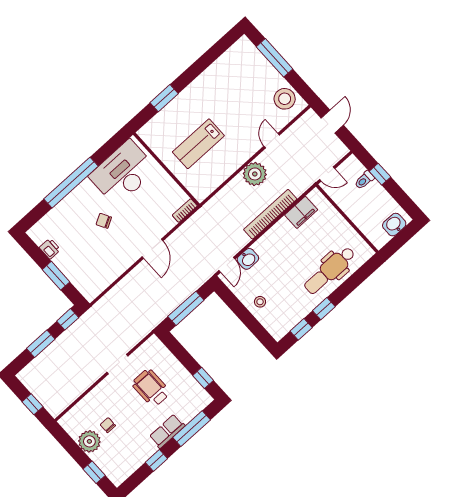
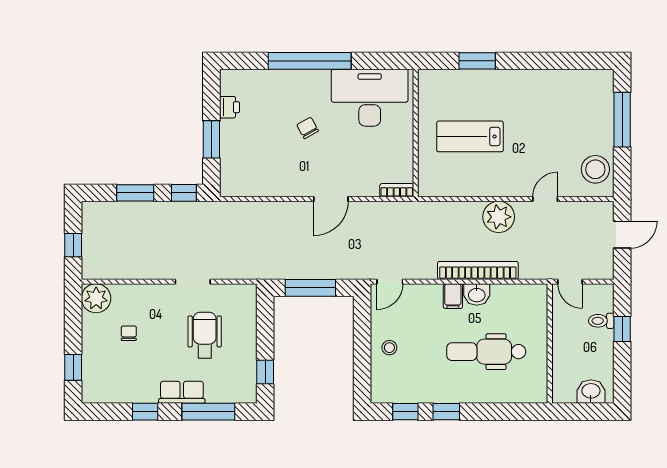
filing cabinet: (301, 212) -> (453, 296), moved, width x0.50
washbasin: (248, 259) -> (477, 294), moved
dental chair: (330, 270) -> (486, 352), moved
plant: (89, 441) -> (96, 298), moved

